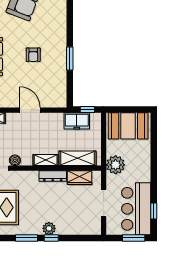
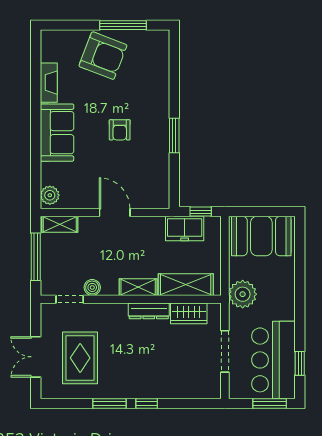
plant: (49, 228) -> (143, 389), removed

